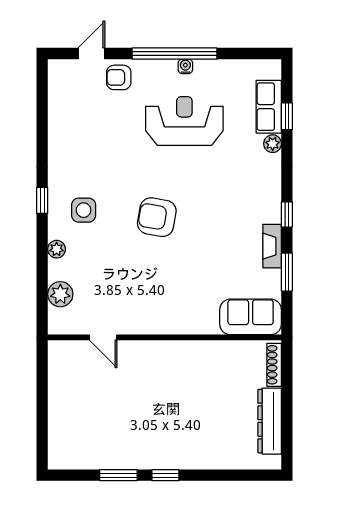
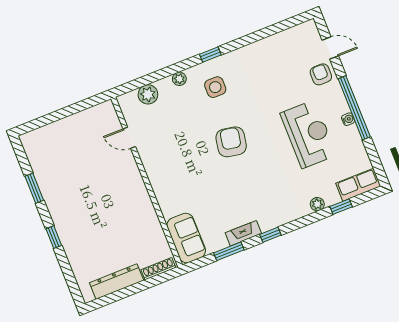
row of seats: (269, 107) -> (358, 185), moved
door: (103, 337) -> (129, 138), hinge flipped
window: (165, 475) -> (54, 237), moved

